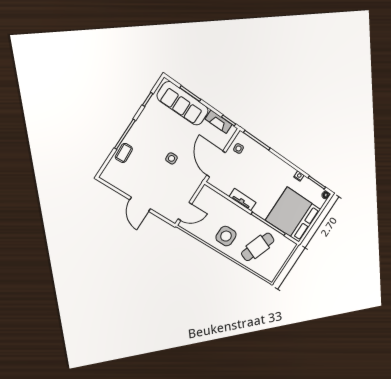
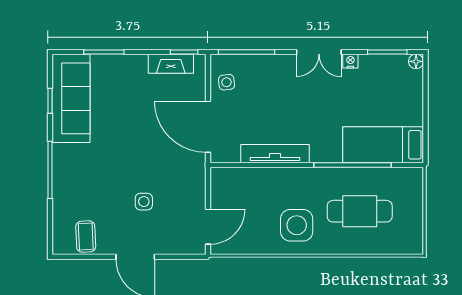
sofa: (183, 103) -> (71, 98), moved, turned -90
coffee table: (124, 153) -> (86, 237), moved
side table: (171, 158) -> (144, 202), moved
double door: (288, 163) -> (319, 52), added
tv unit: (243, 200) -> (275, 154), width x1.41
bed: (293, 215) -> (383, 145), width x0.49
cafe table: (258, 247) -> (360, 211), turned 69

